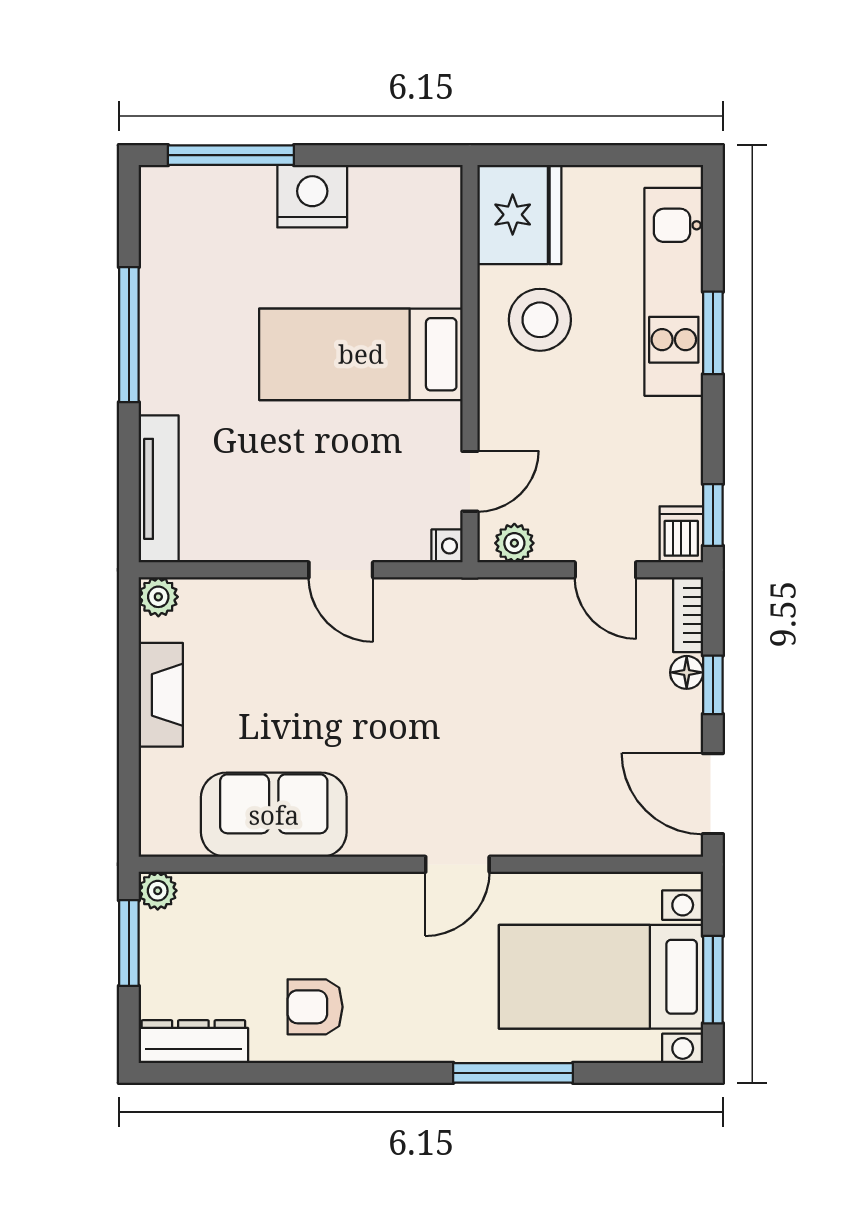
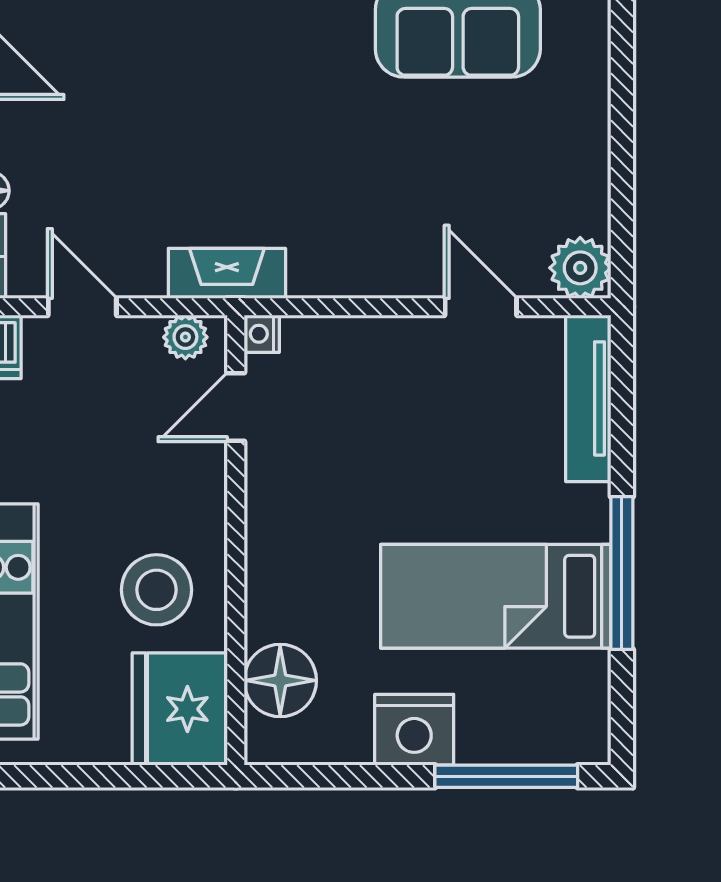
floor lamp: (431, 240) -> (280, 680), added
bed: (361, 354) -> (496, 596), moved, turned 180
door: (341, 570) -> (481, 307), moved
plant: (158, 597) -> (580, 268), width x1.38, depth x1.38
fireplace: (161, 695) -> (227, 273), moved, turned 90

